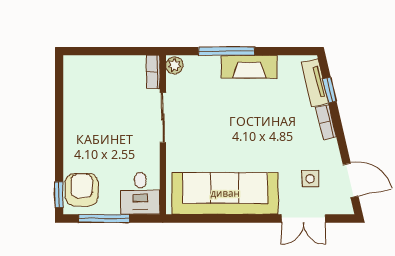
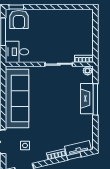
fireplace: (249, 67) -> (87, 99), moved
armchair: (82, 190) -> (19, 19), turned 90

